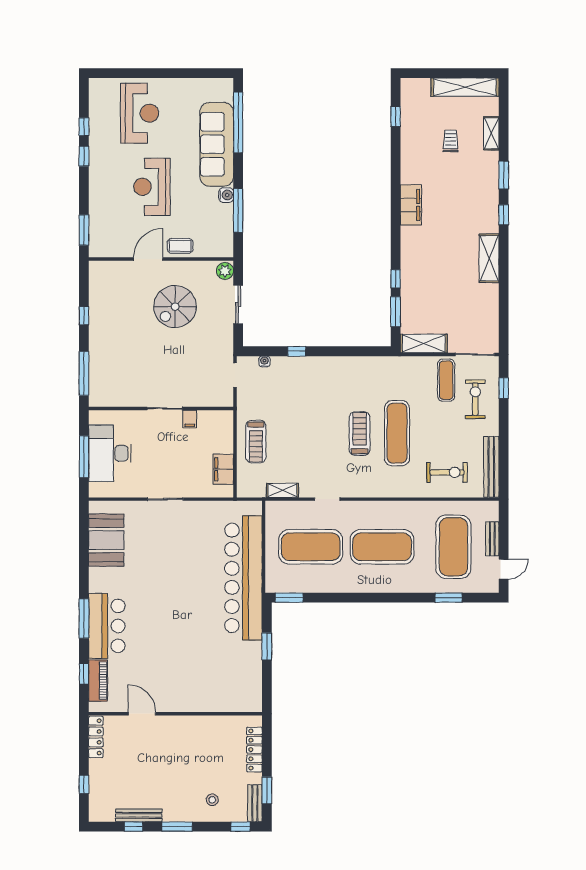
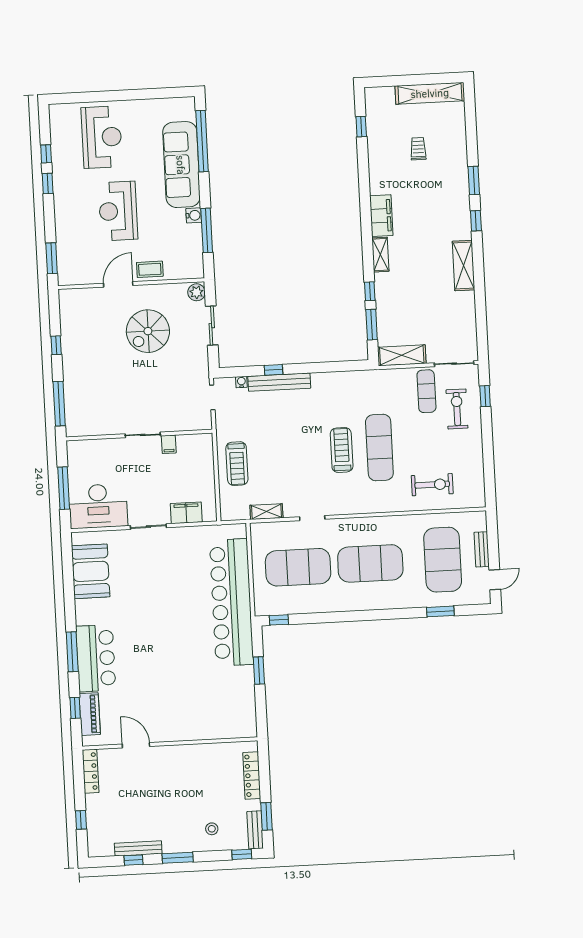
shelving: (491, 133) -> (380, 255), moved
desk: (110, 453) -> (98, 506), moved, turned -90
bench: (491, 467) -> (279, 382), moved, turned 90
filing cabinet: (223, 469) -> (186, 513), moved, turned 90
window: (289, 598) -> (279, 620), width x0.67

